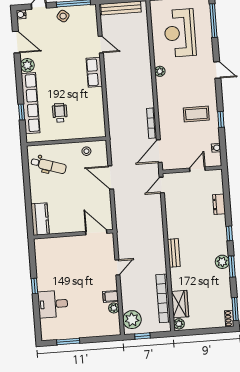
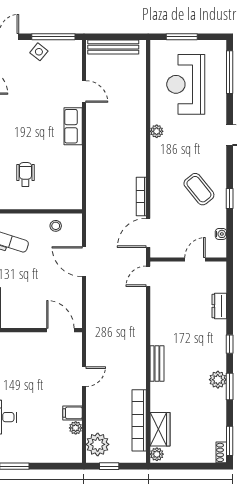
coffee table: (196, 114) -> (199, 189), turned 51

